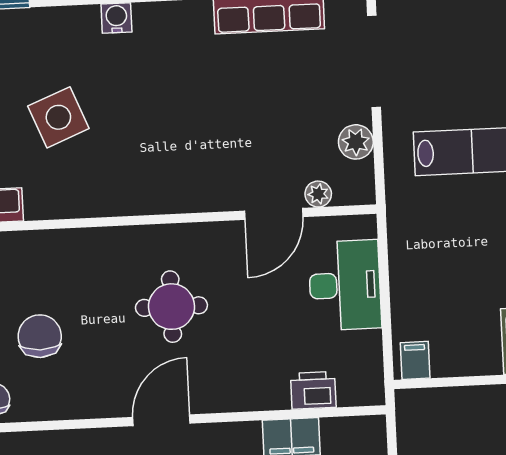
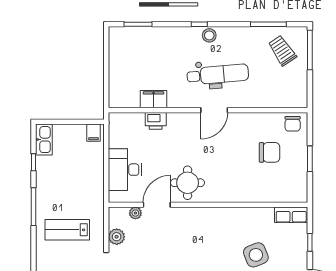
round table: (171, 307) -> (188, 183), moved
chair: (40, 336) -> (270, 152), turned -90
printer: (313, 390) -> (156, 121), moved

